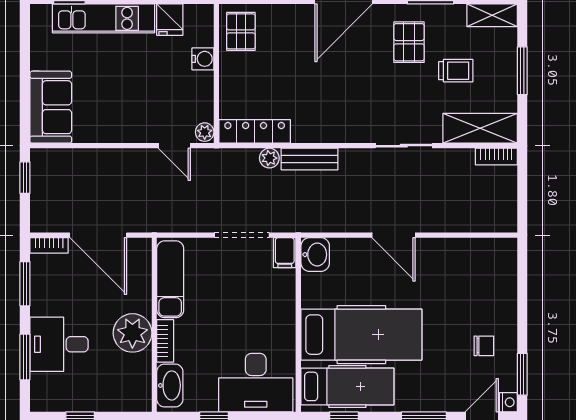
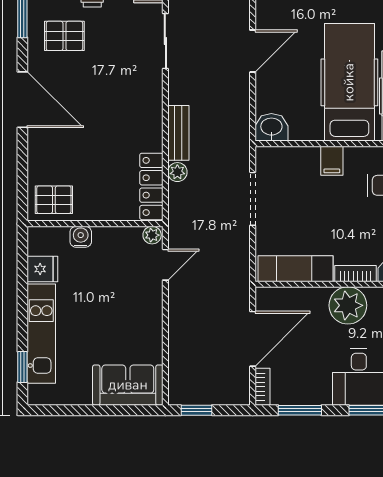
filing cabinet: (285, 253) -> (332, 161), moved, turned 90

